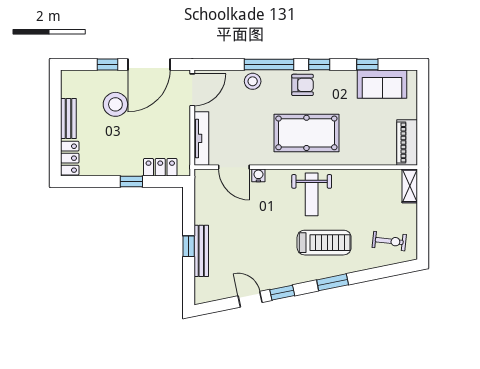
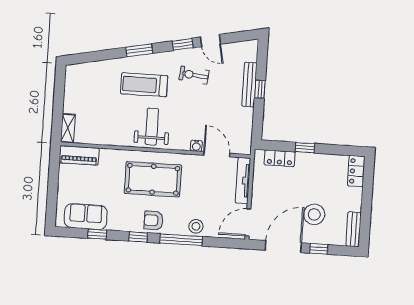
bench: (68, 119) -> (354, 229), moved
piano: (407, 143) -> (79, 155), moved, turned 90
exercise bike: (389, 241) -> (194, 75), moved

